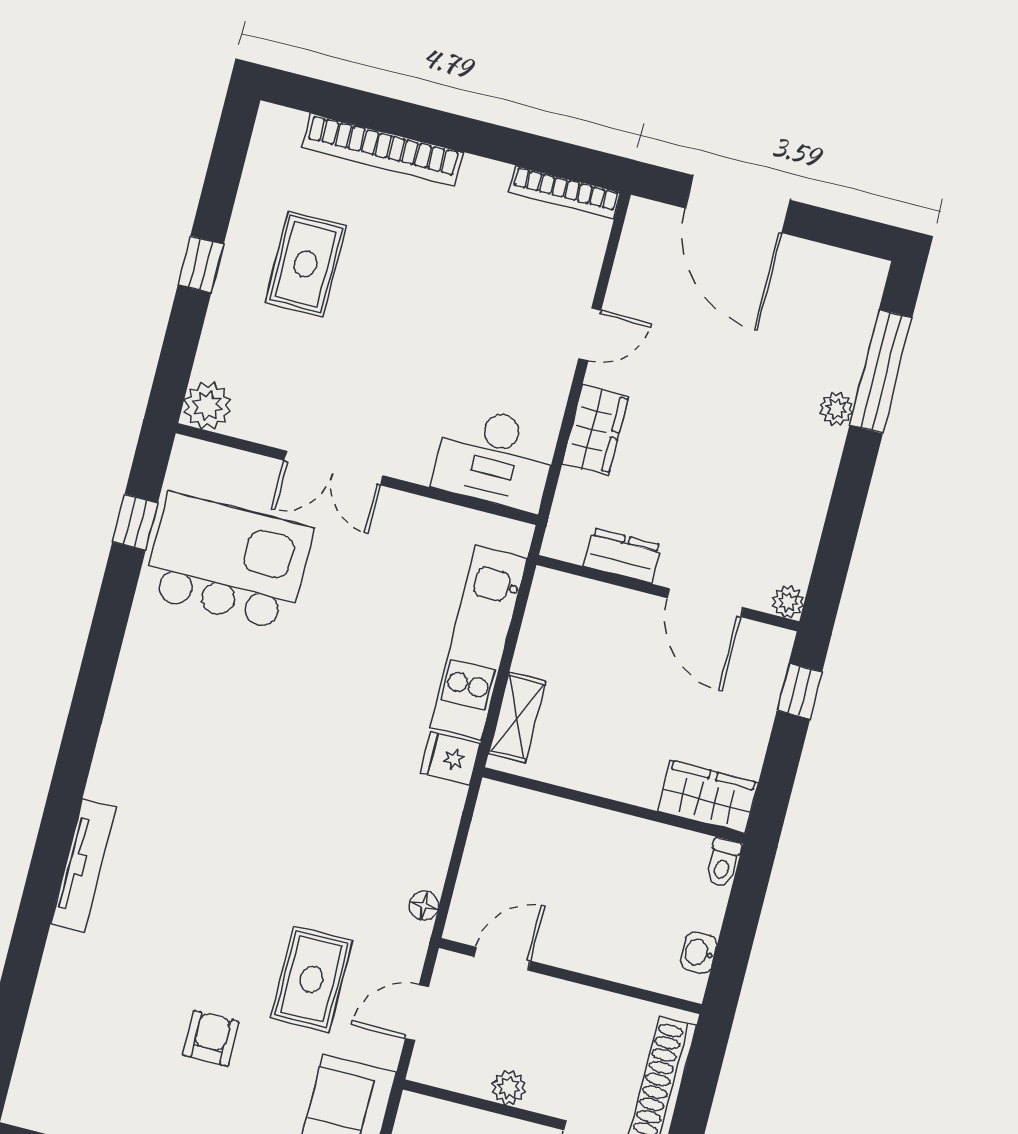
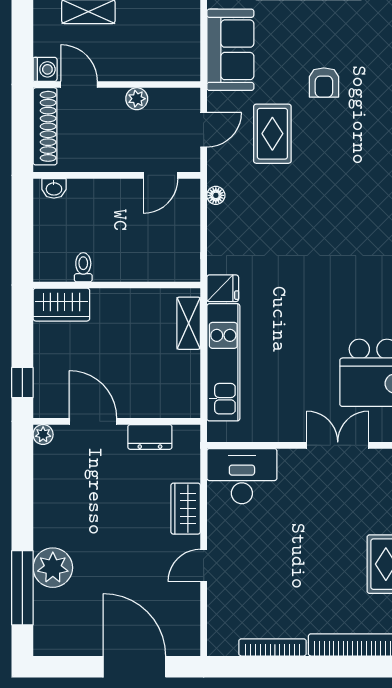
bookcase: (565, 192) -> (272, 647), moved
plant: (836, 409) -> (53, 568), width x1.88, depth x1.88
toilet: (723, 863) -> (83, 267), moved
washbasin: (699, 953) -> (54, 188), moved, turned 90

